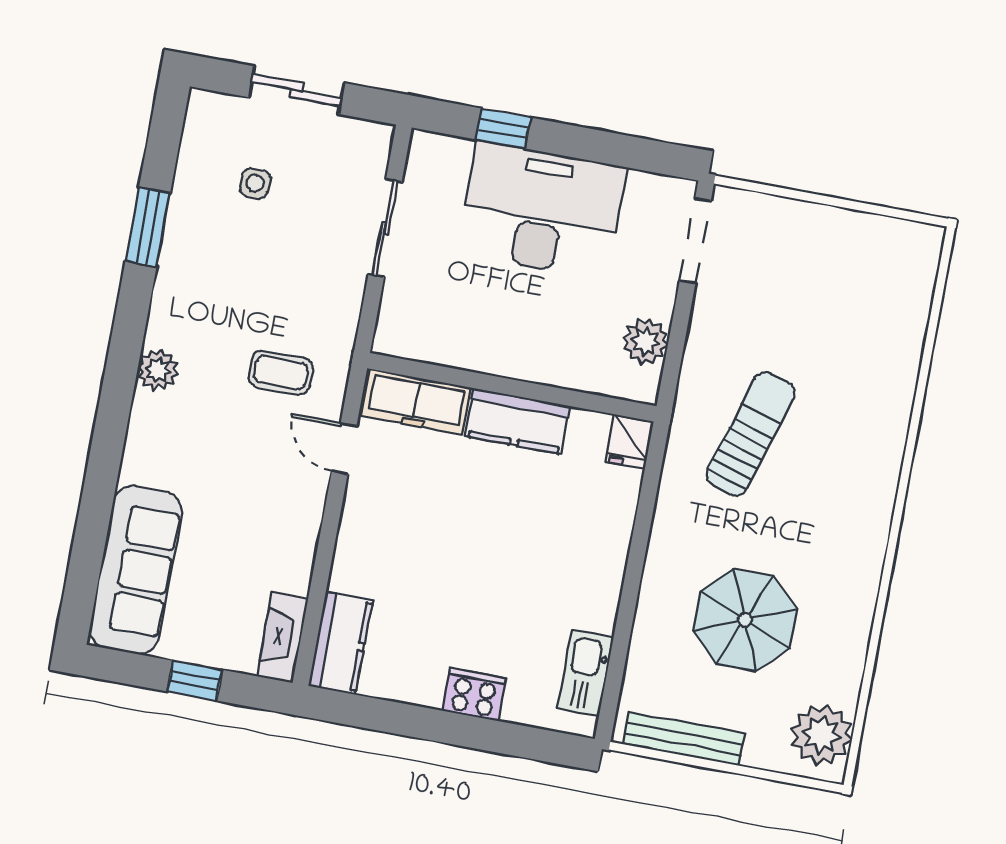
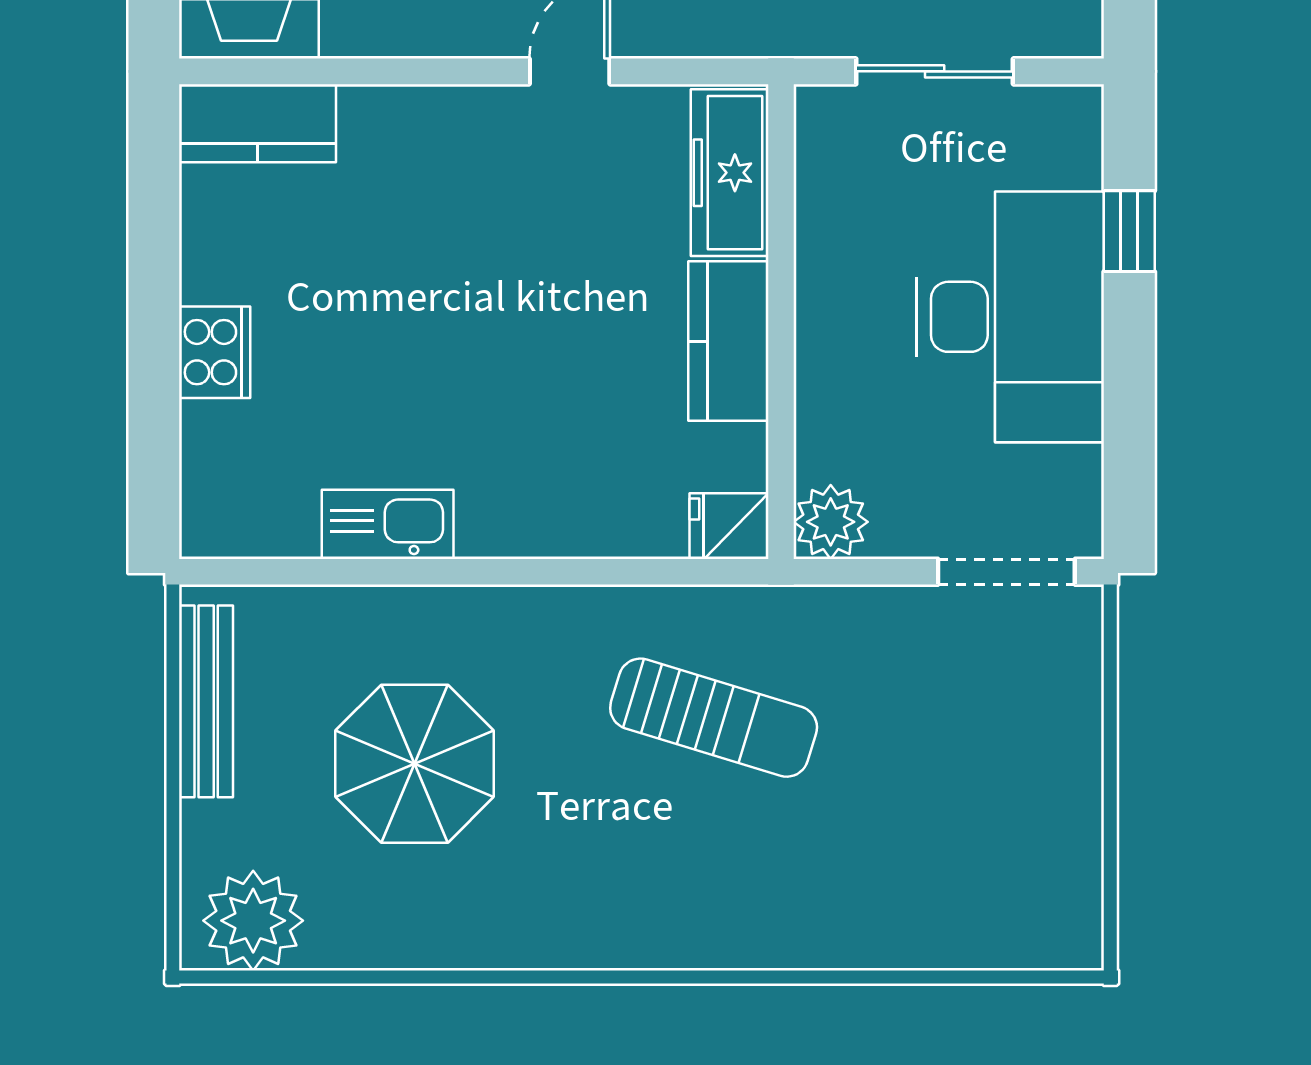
wall: (512, 387) -> (781, 322), moved
freezer: (416, 402) -> (730, 173), moved
kitchen counter: (518, 421) -> (728, 341), moved
fridge: (630, 442) -> (729, 526), moved
kitchen sink: (586, 673) -> (388, 524), moved

